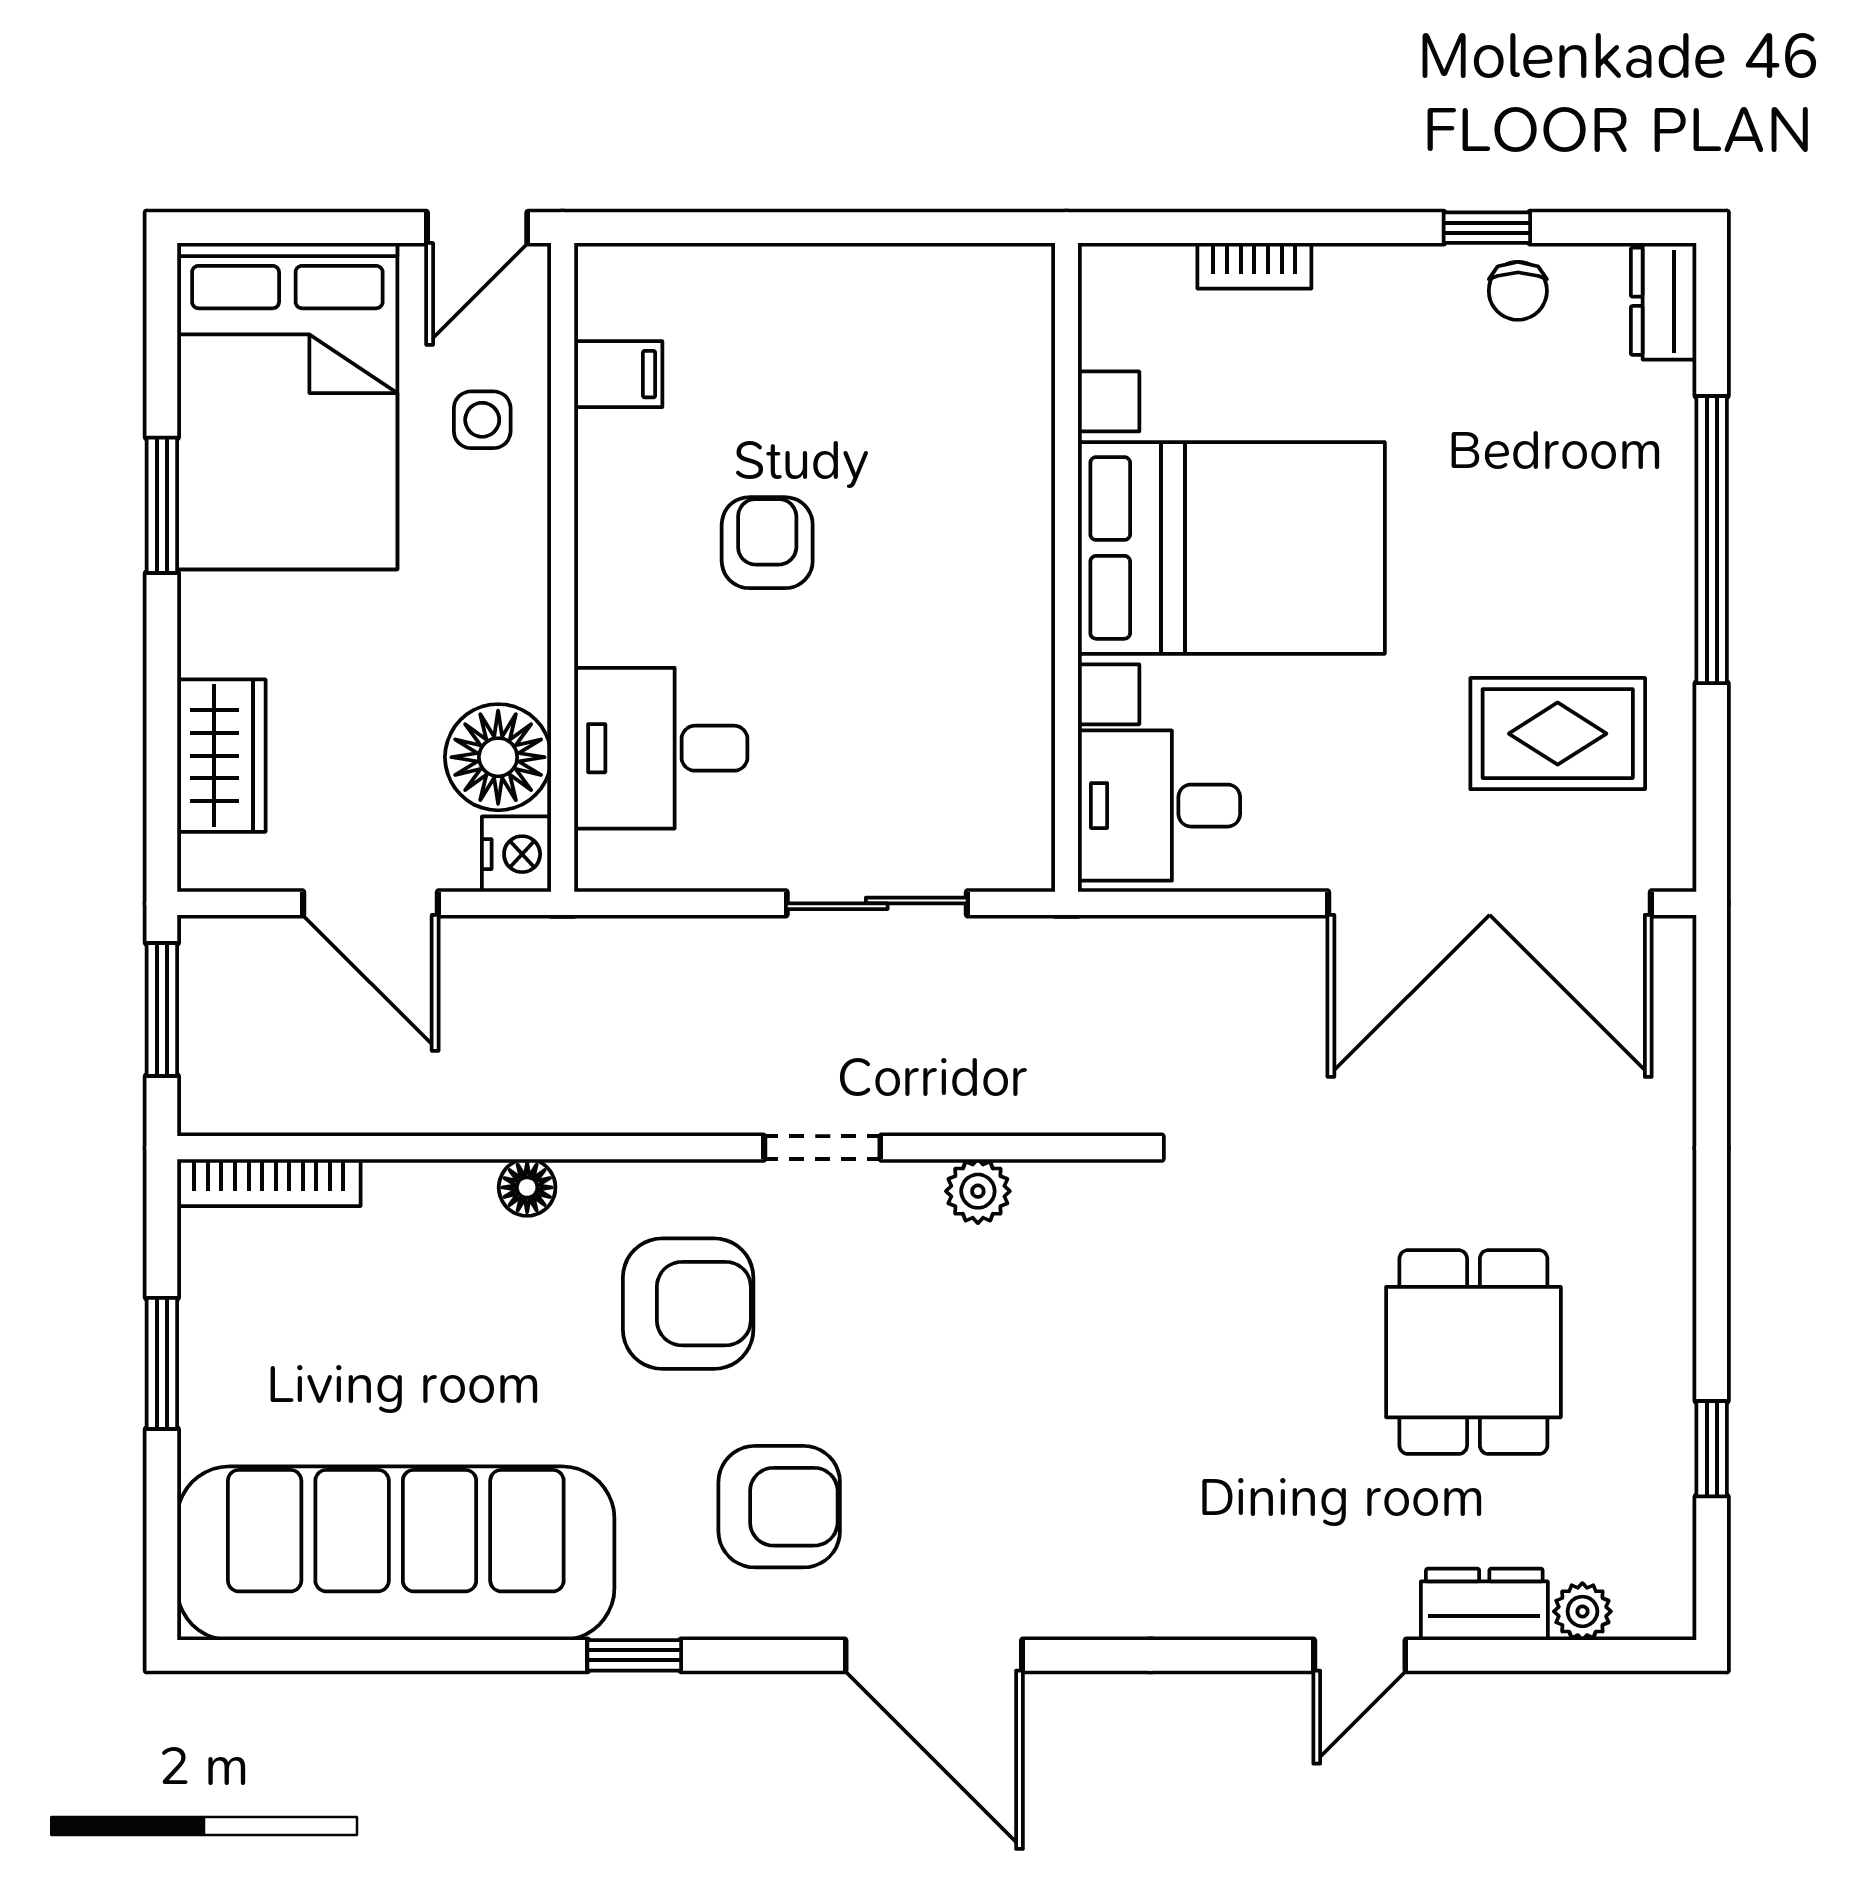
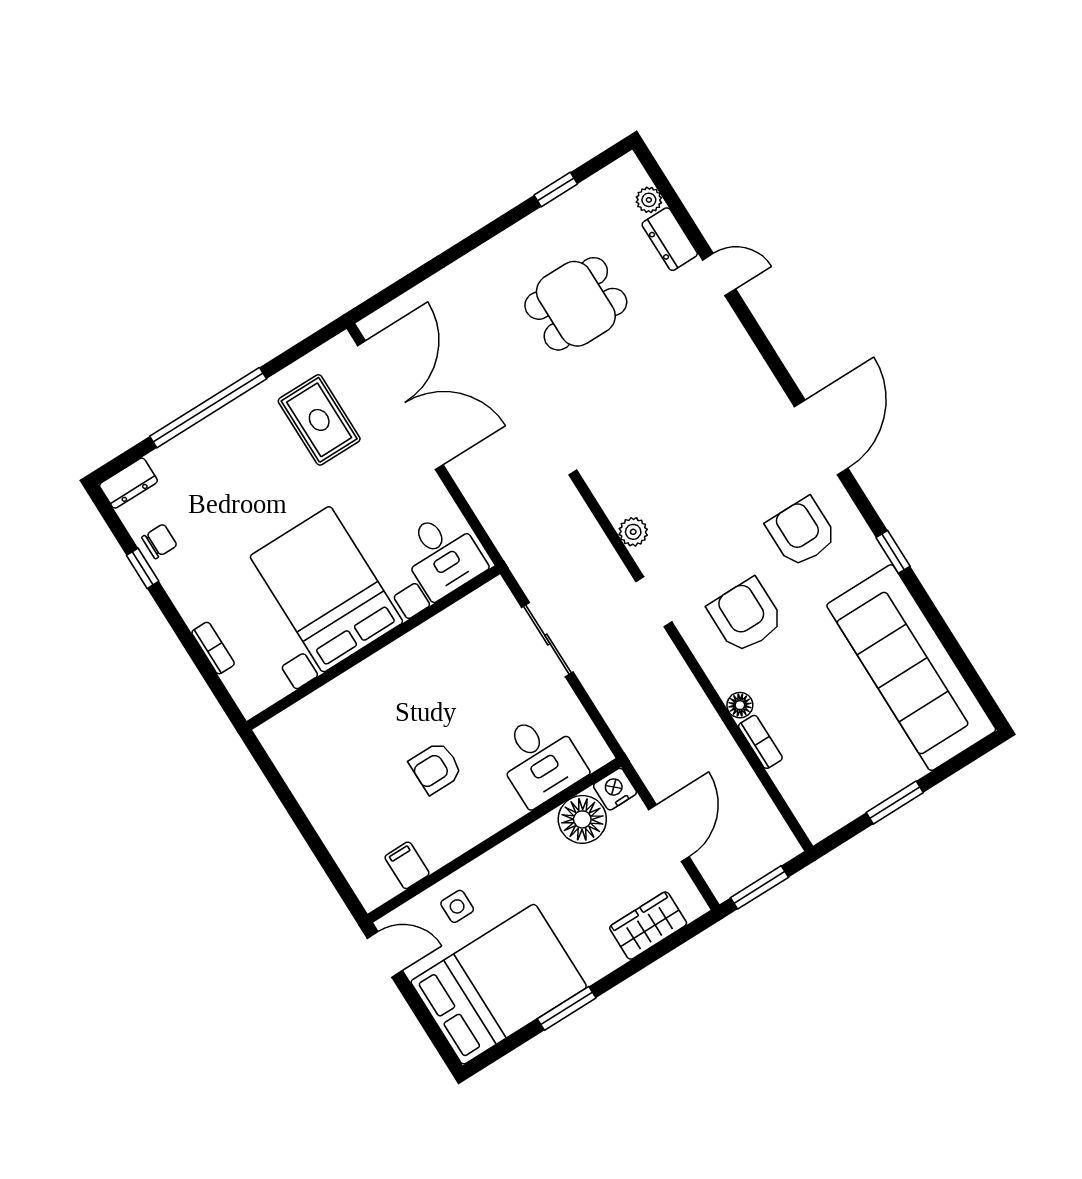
bookcase: (269, 1183) -> (760, 742), moved, width x0.64

